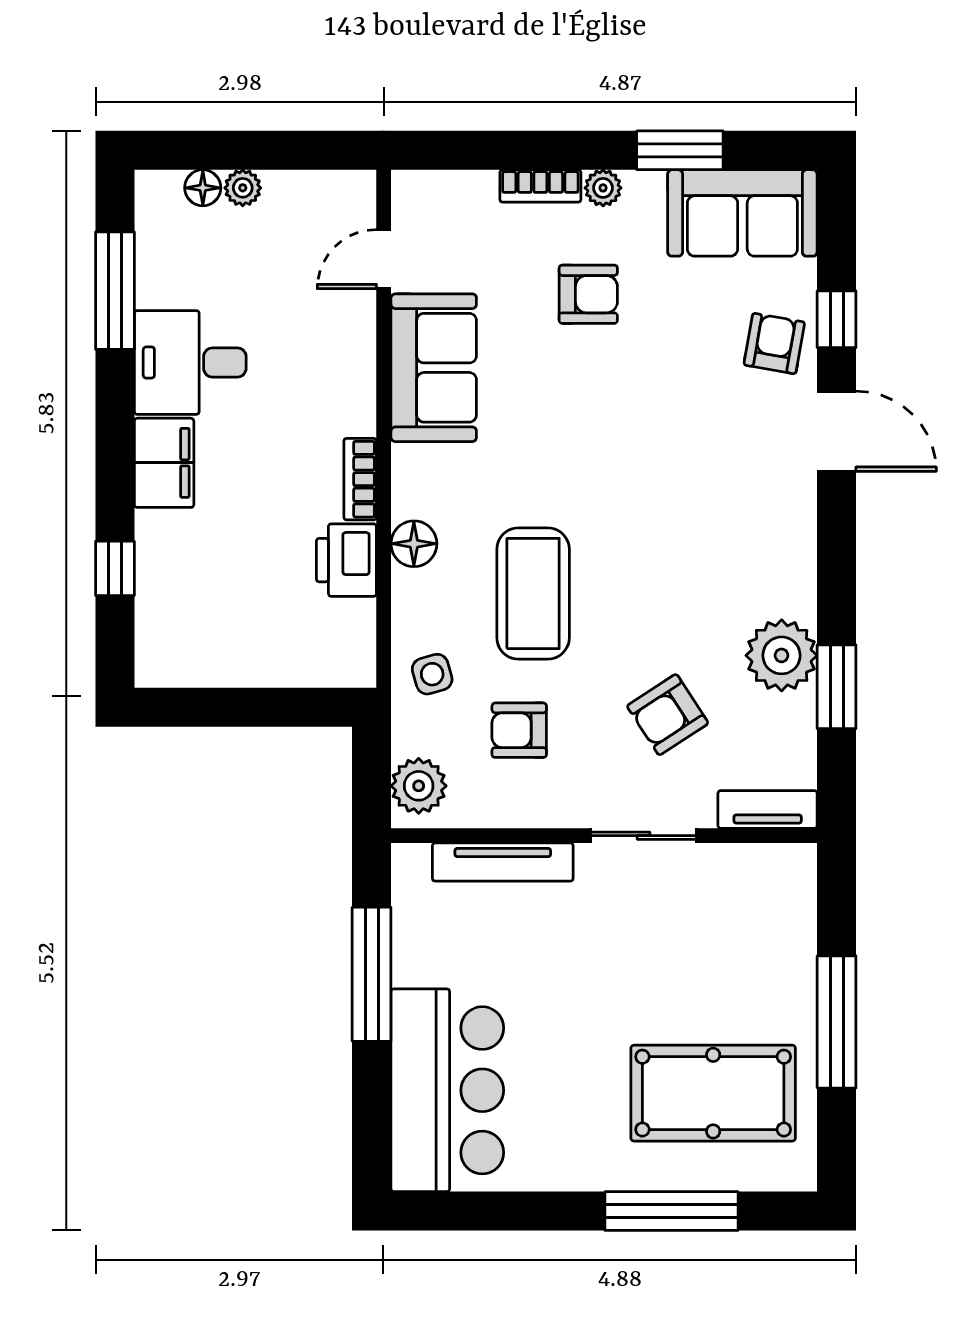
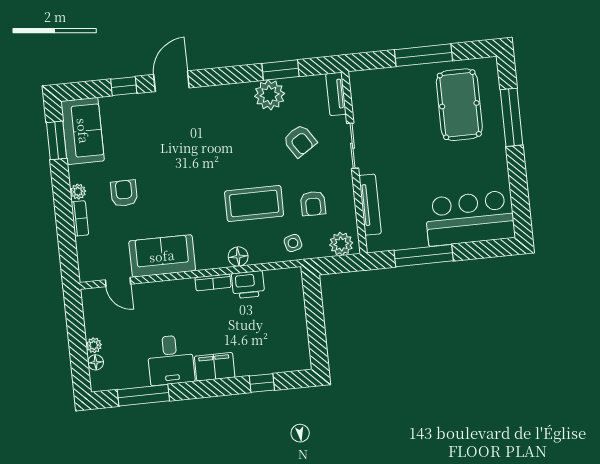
window: (680, 150) -> (57, 140), moved
armchair: (774, 343) -> (137, 112), removed

